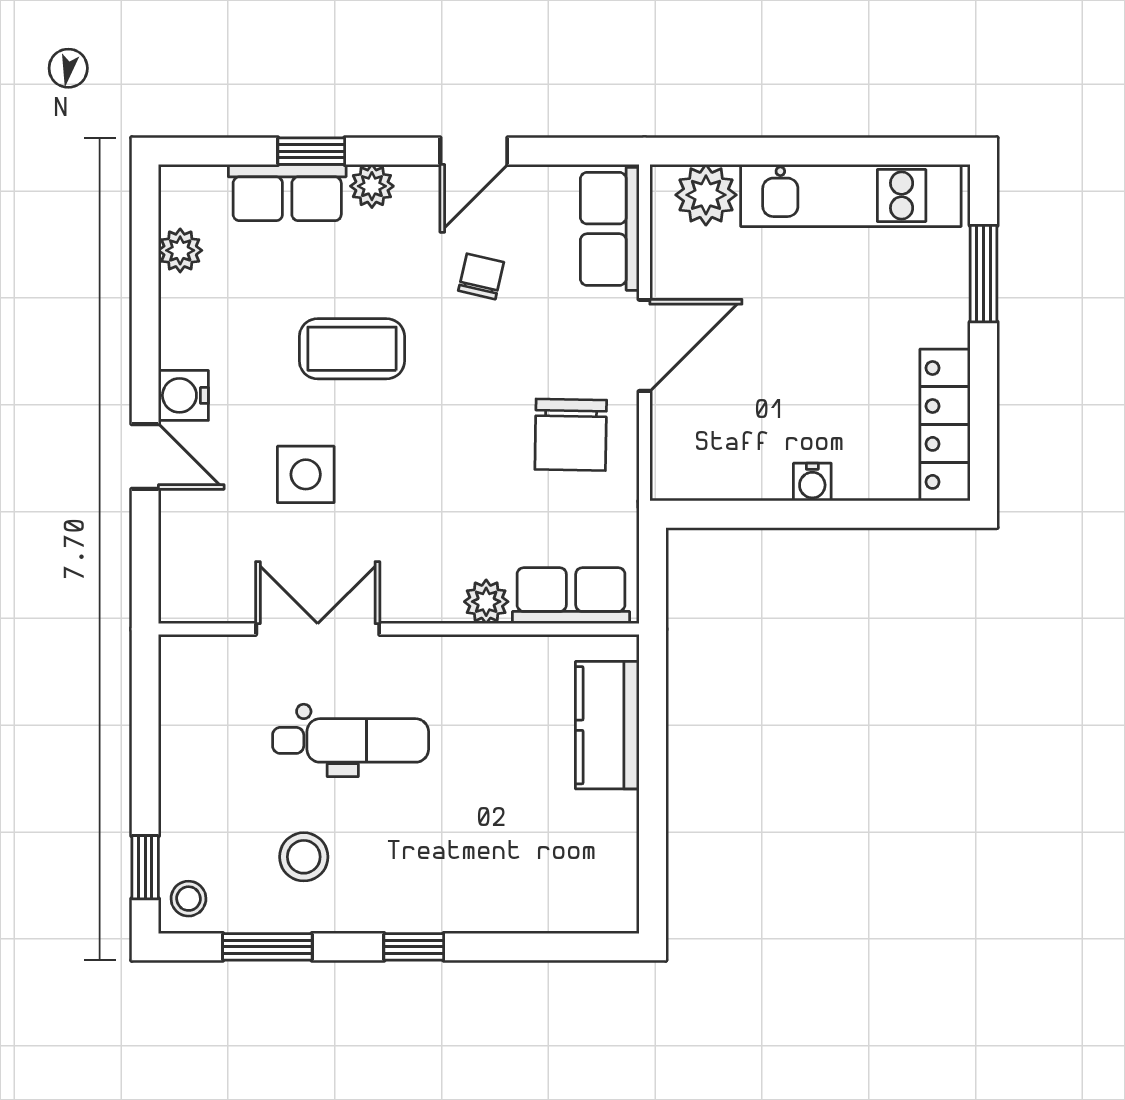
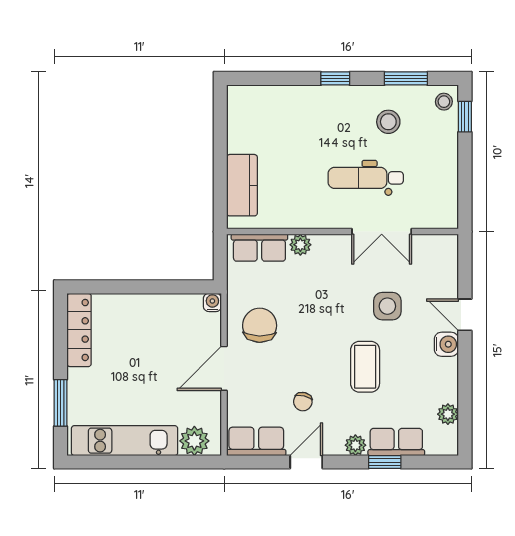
row of seats: (610, 229) -> (256, 441), moved, turned -90
coffee table: (352, 349) -> (365, 367), turned 90
water cooler: (812, 482) -> (212, 302), moved

